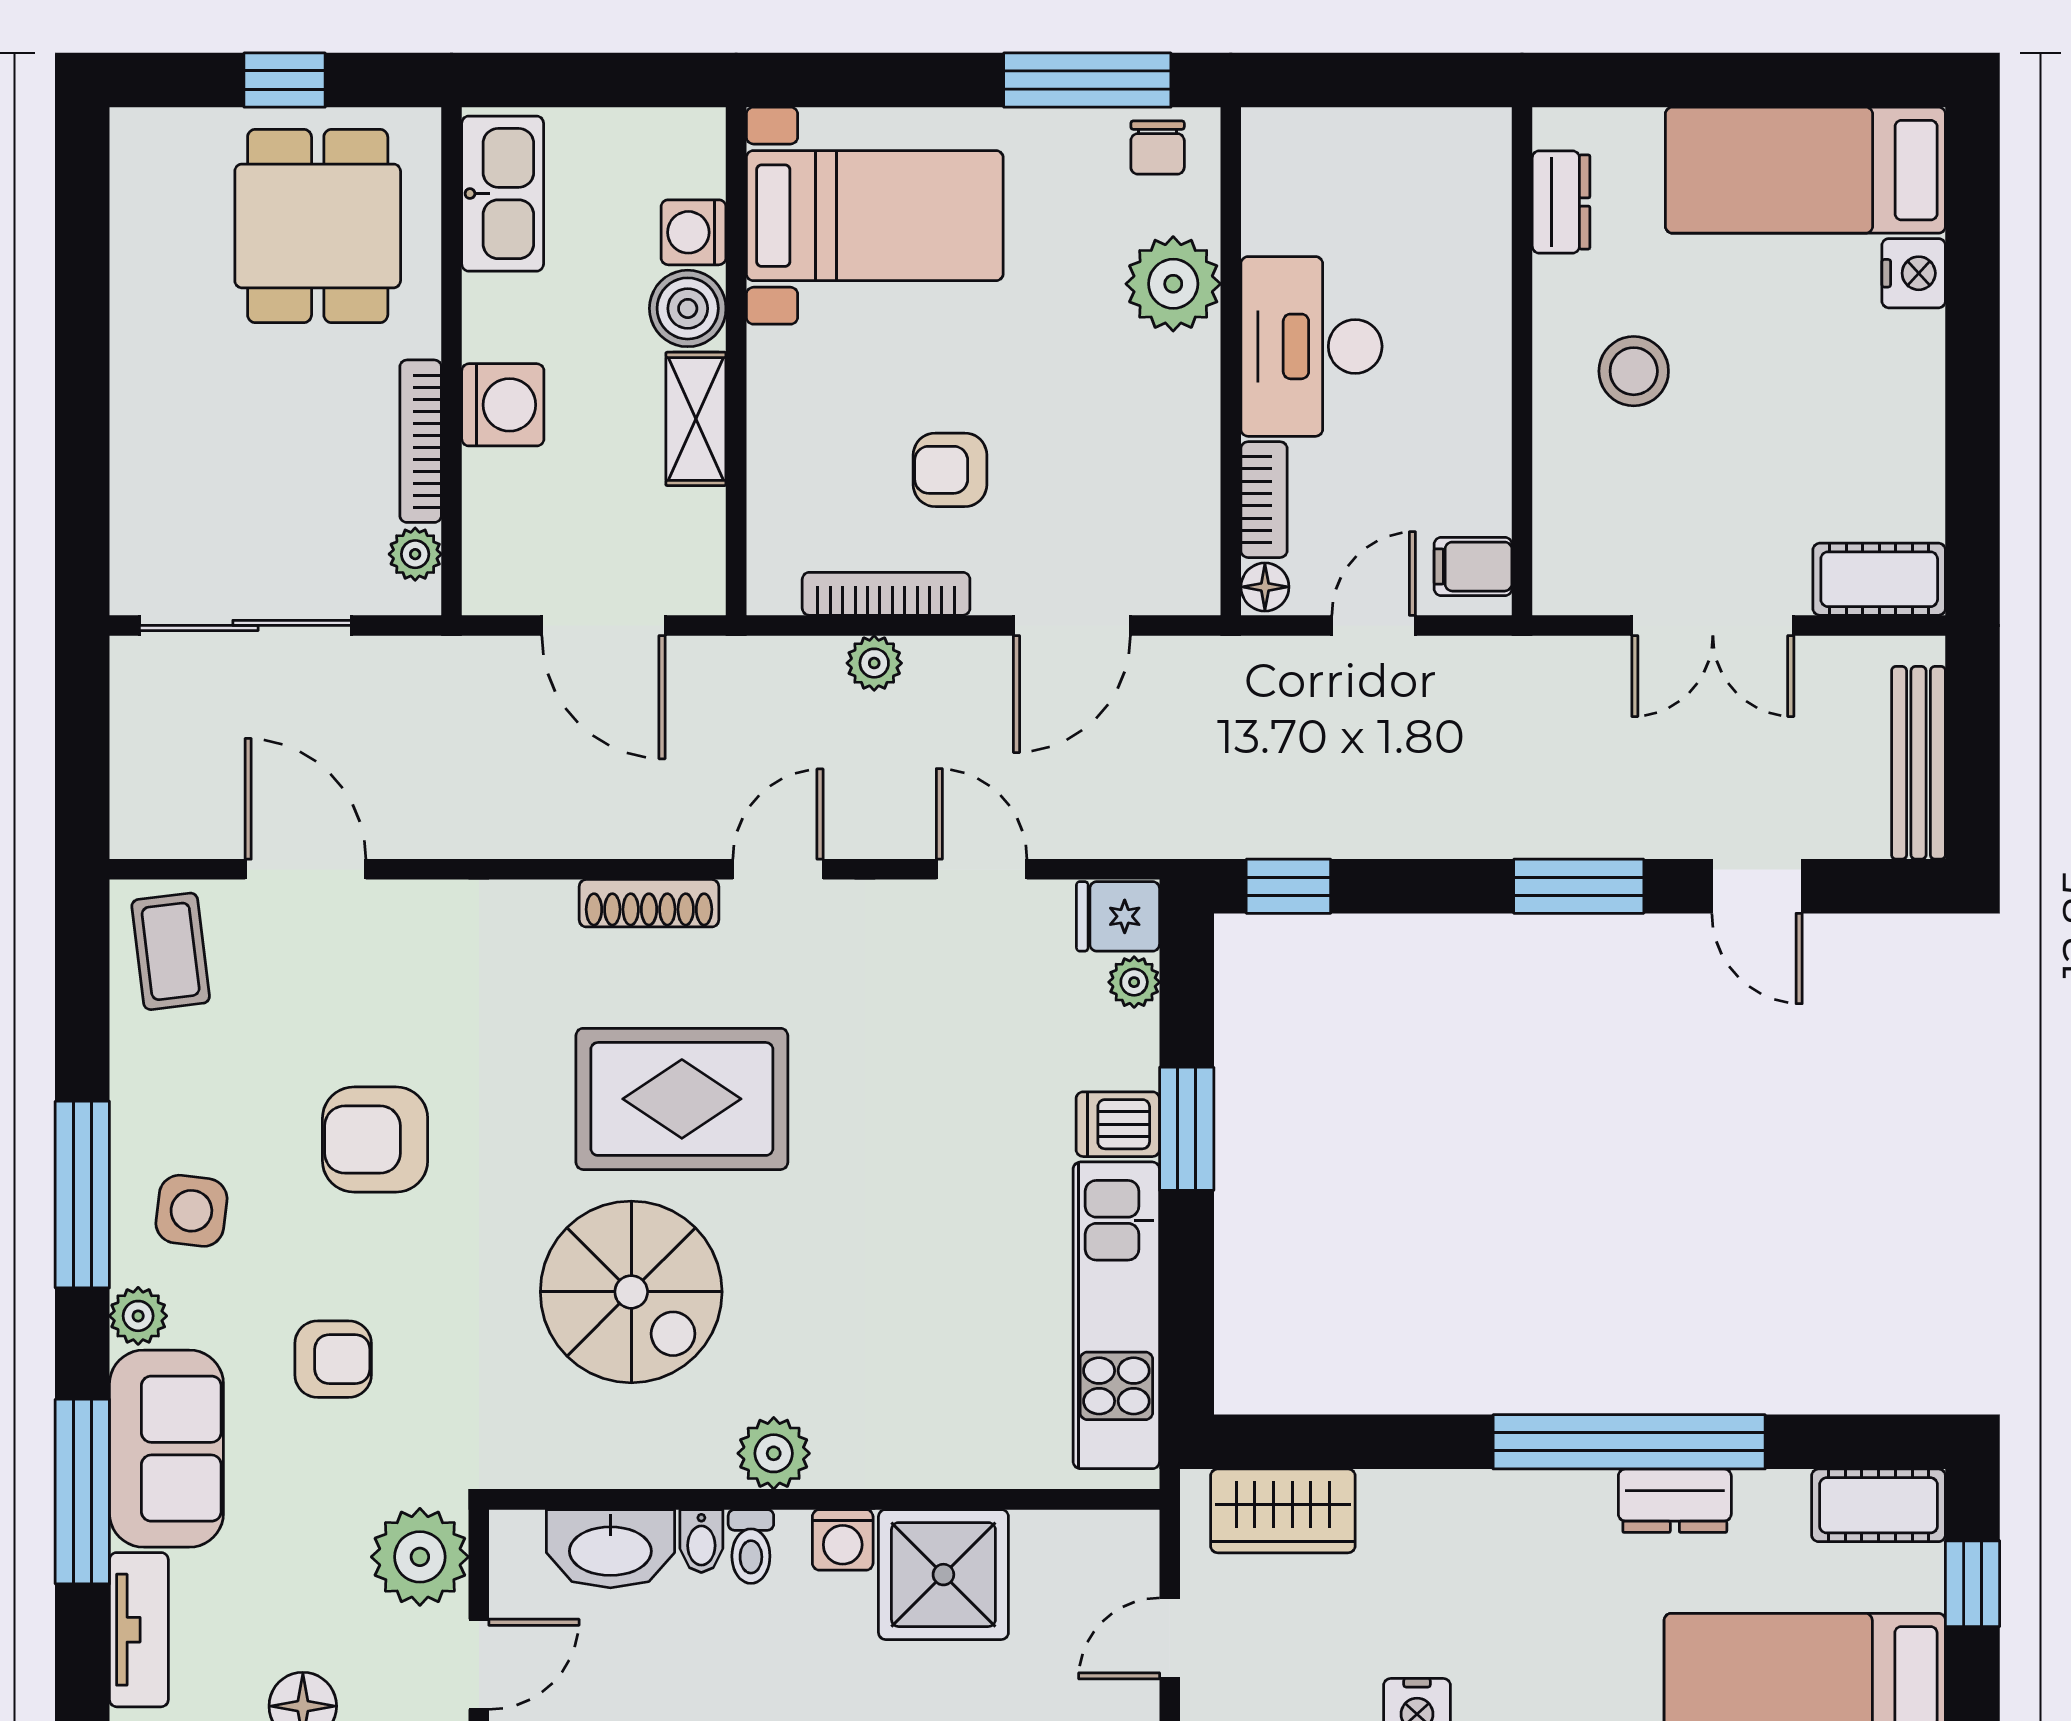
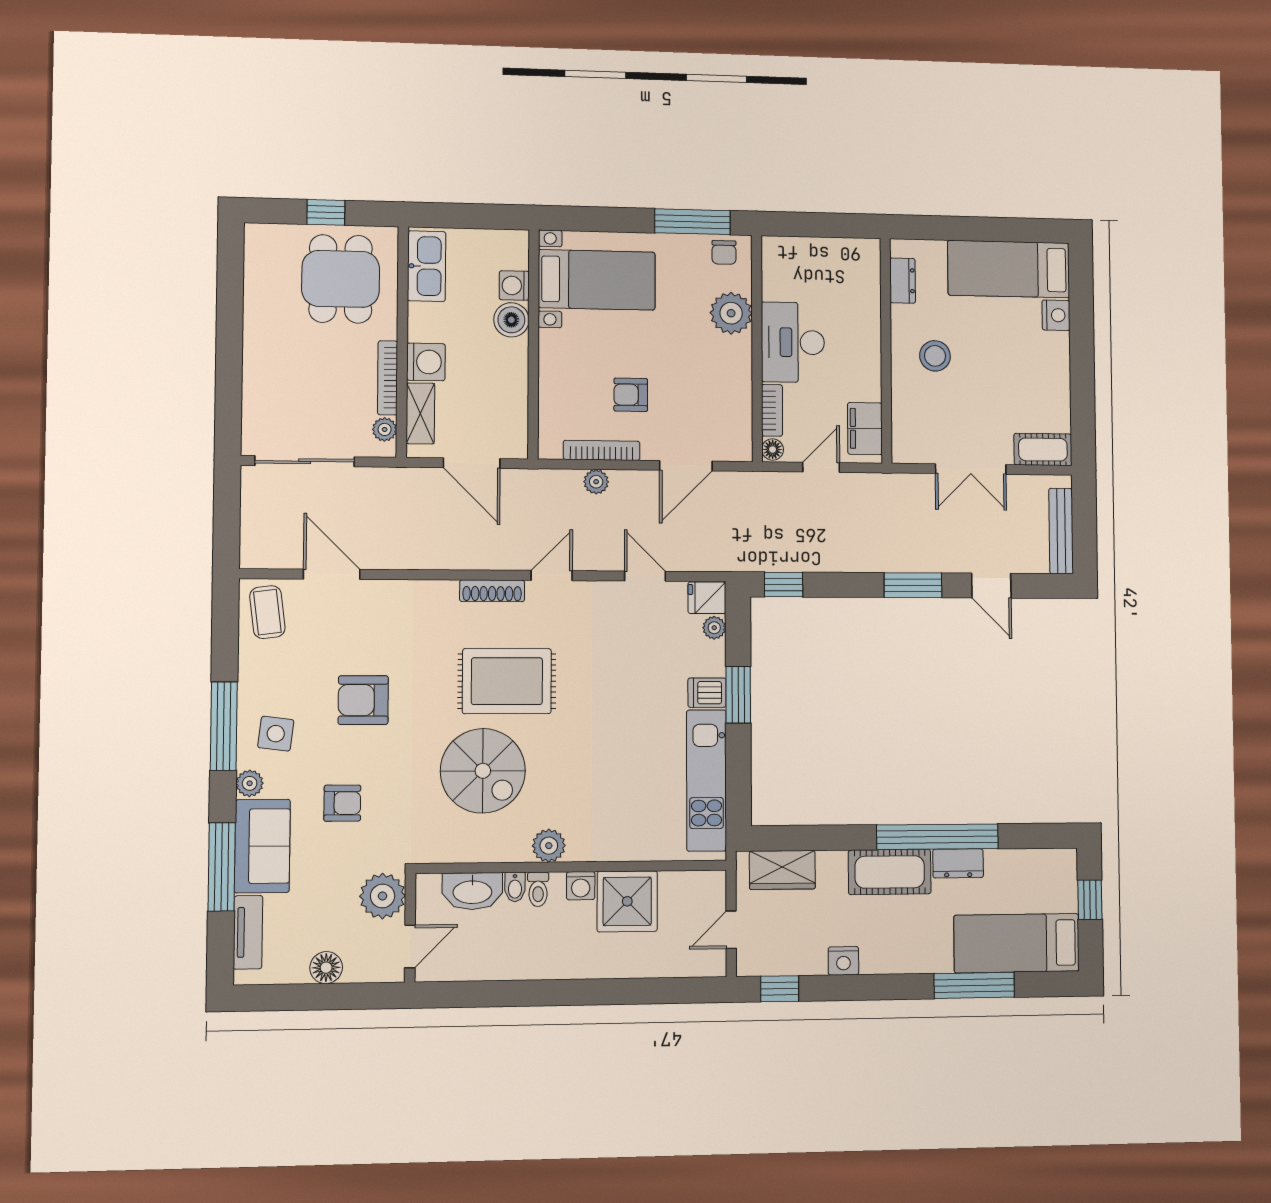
shelving: (696, 419) -> (420, 413), moved
filing cabinet: (1473, 567) -> (865, 429), width x2.00
cot: (1879, 1505) -> (890, 872), moved, width x1.37, depth x1.34

